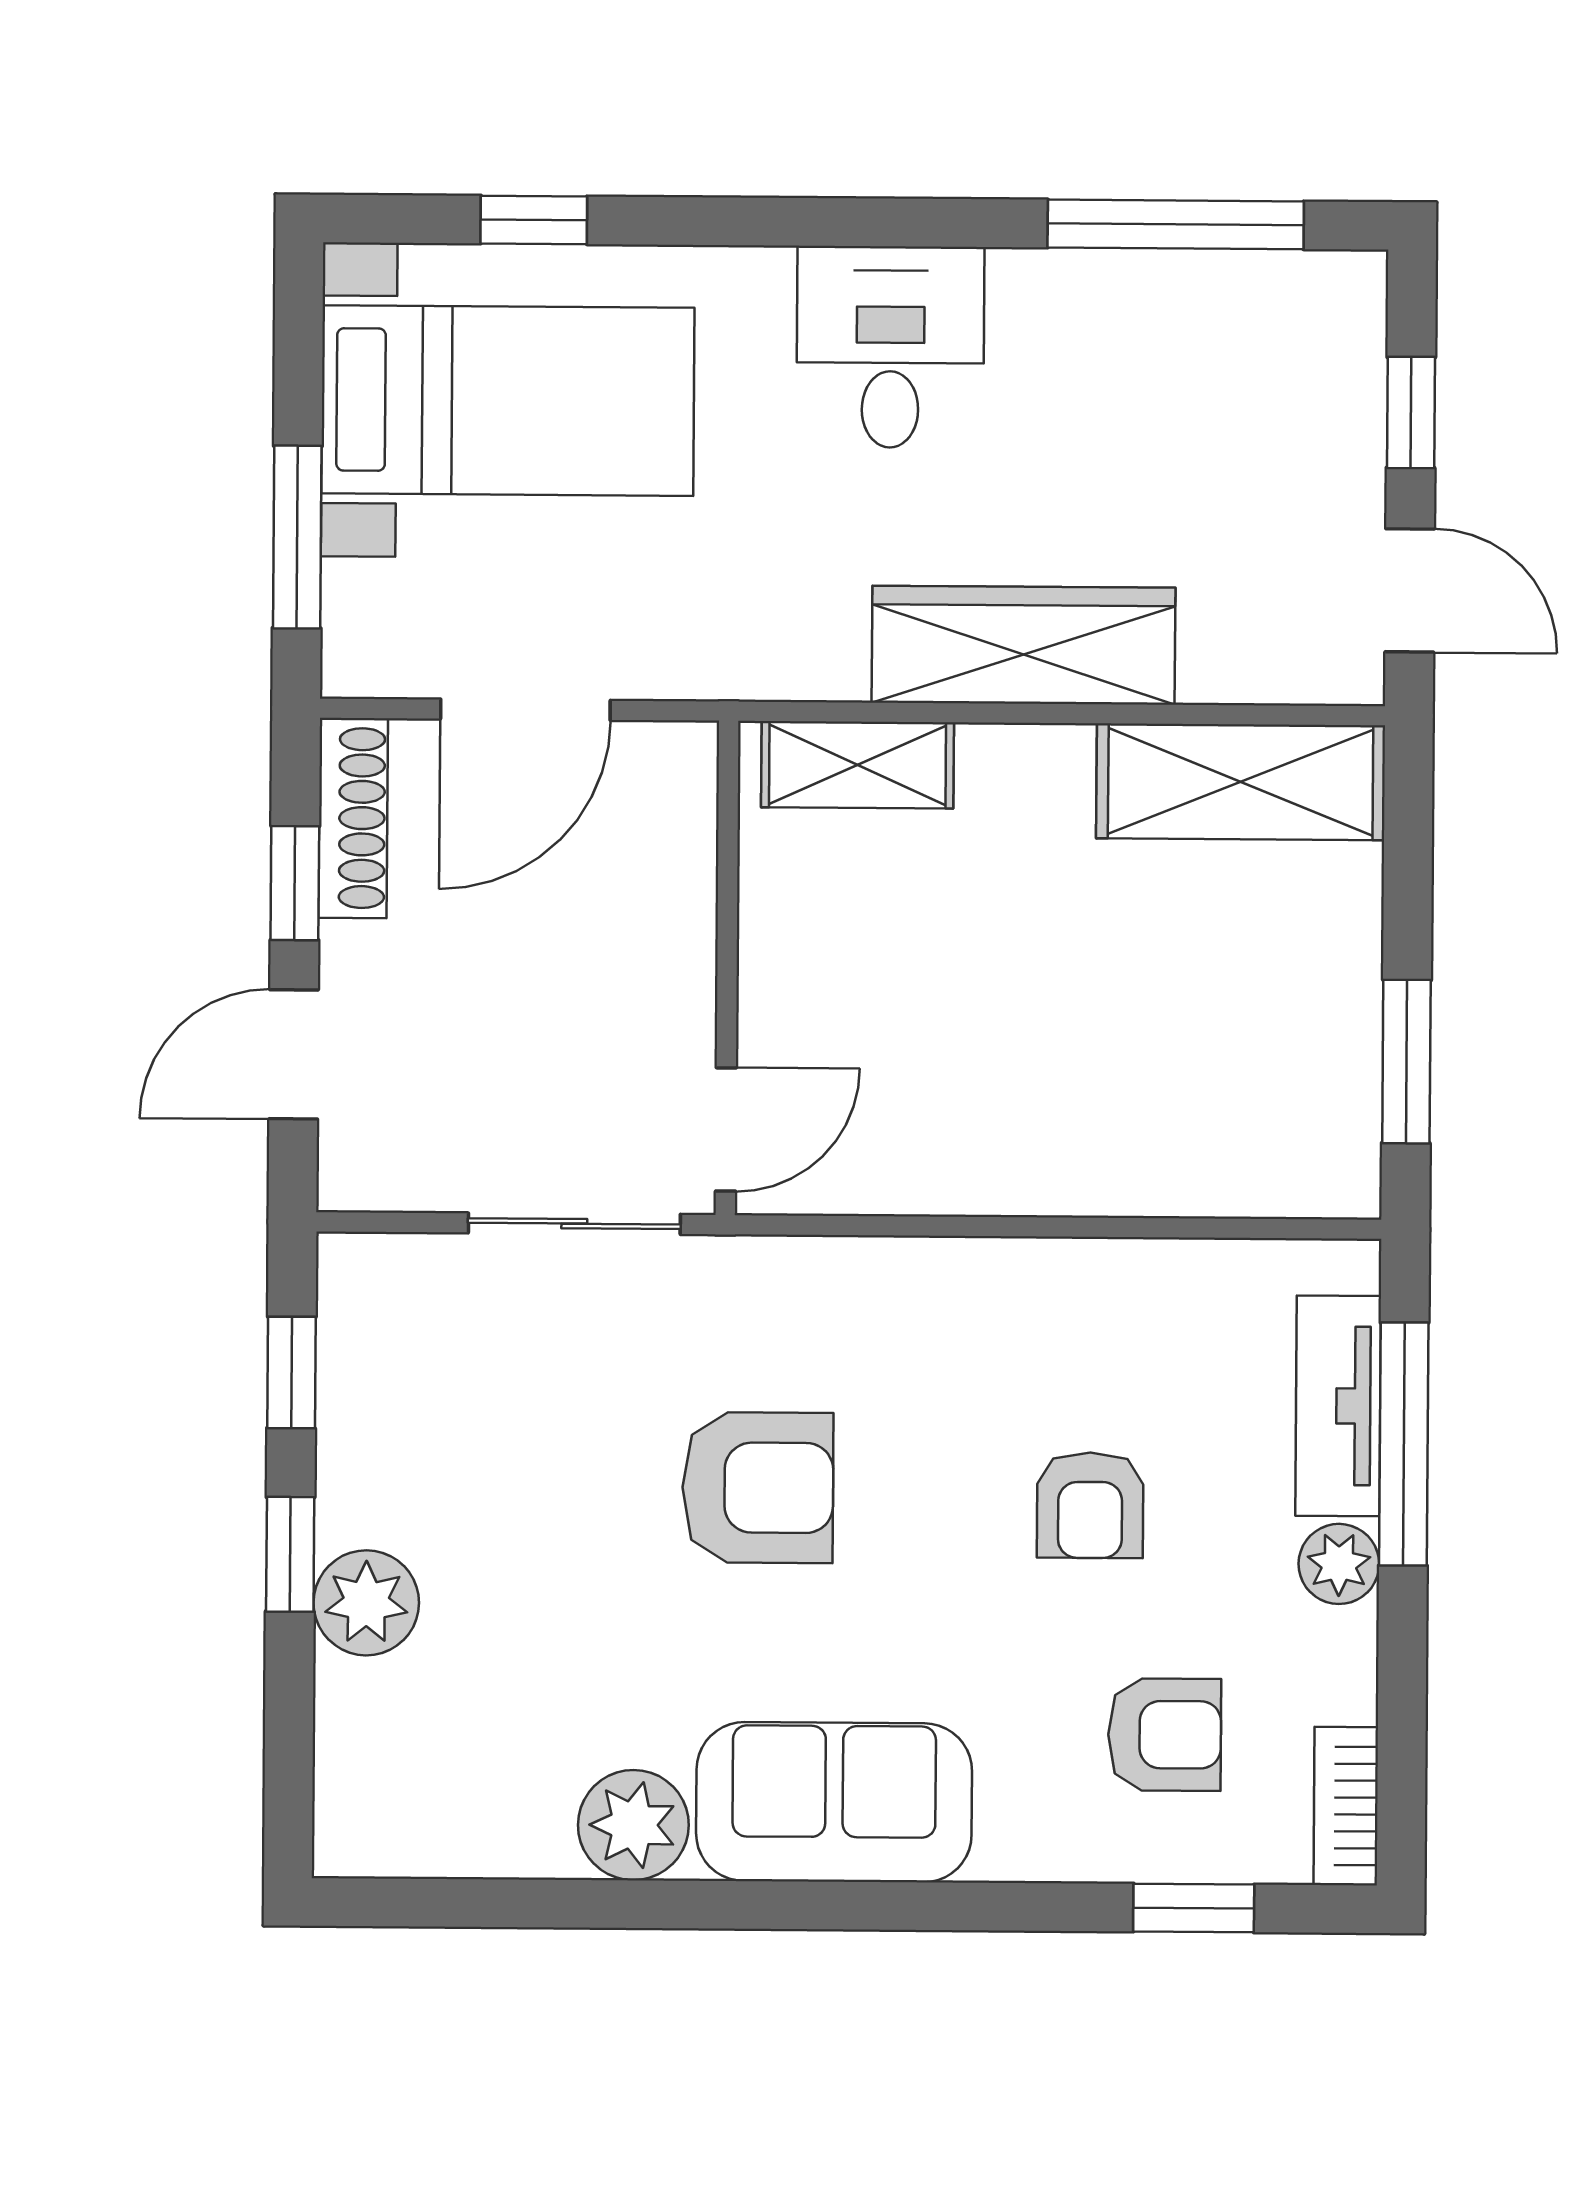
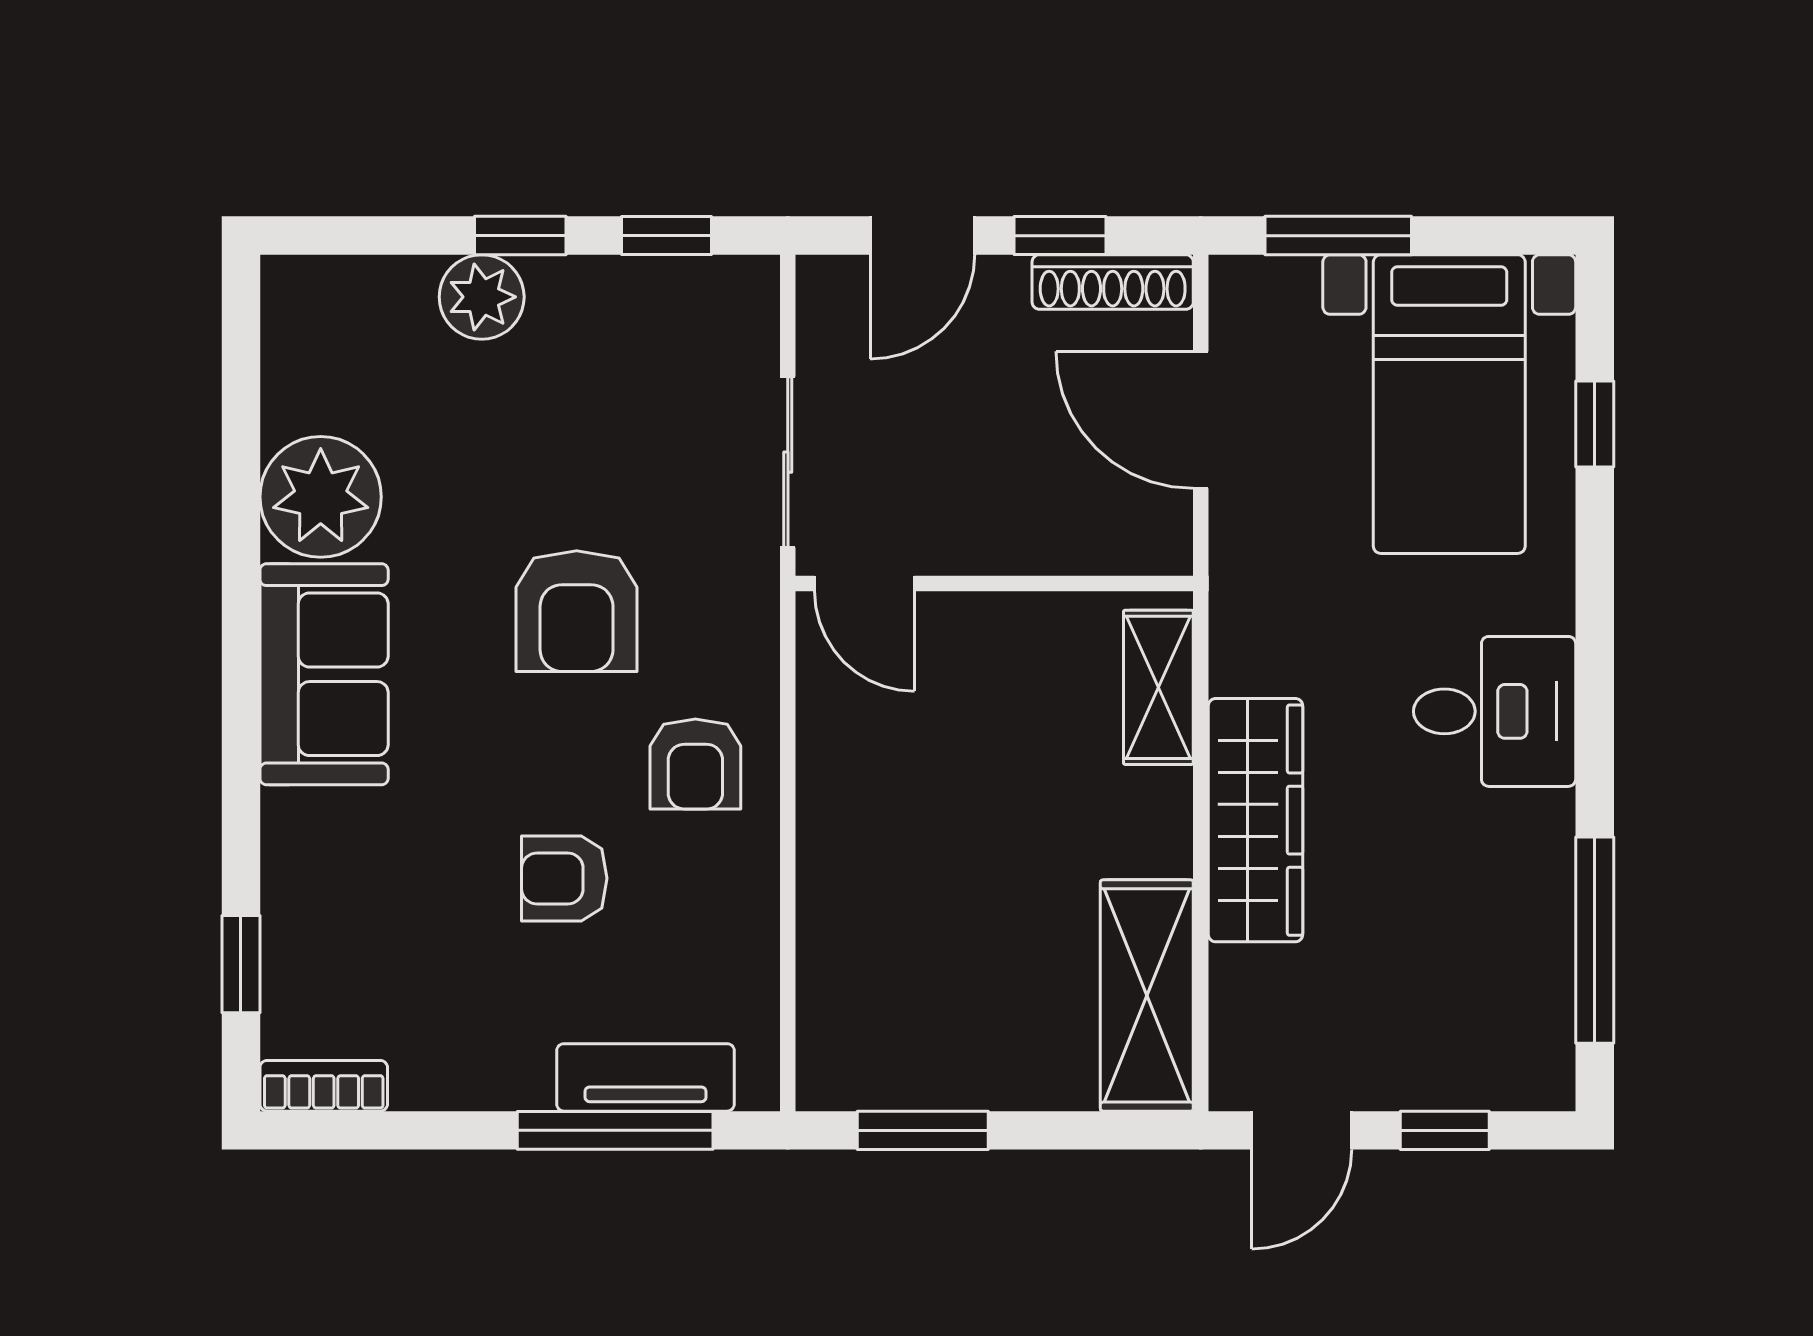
door: (294, 1054) -> (922, 236), swing flipped
plant: (1339, 1564) -> (518, 1079), removed
armchair: (1165, 1735) -> (695, 764), moved
plant: (633, 1825) -> (321, 497), width x1.36, depth x1.36

